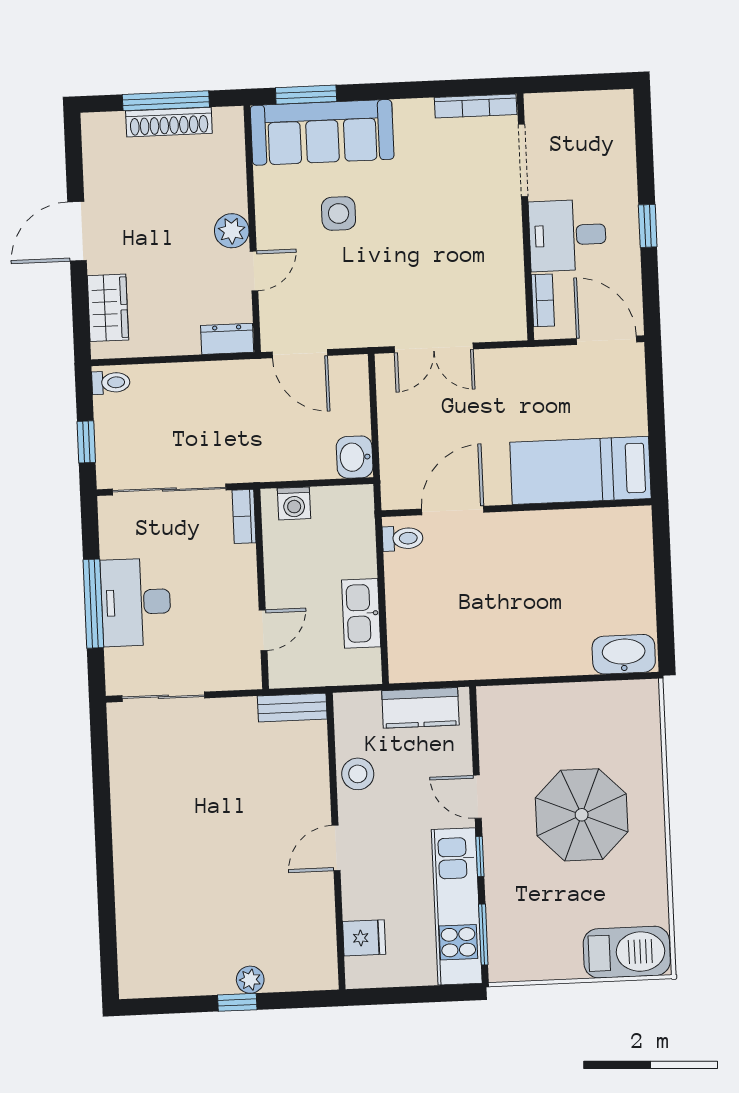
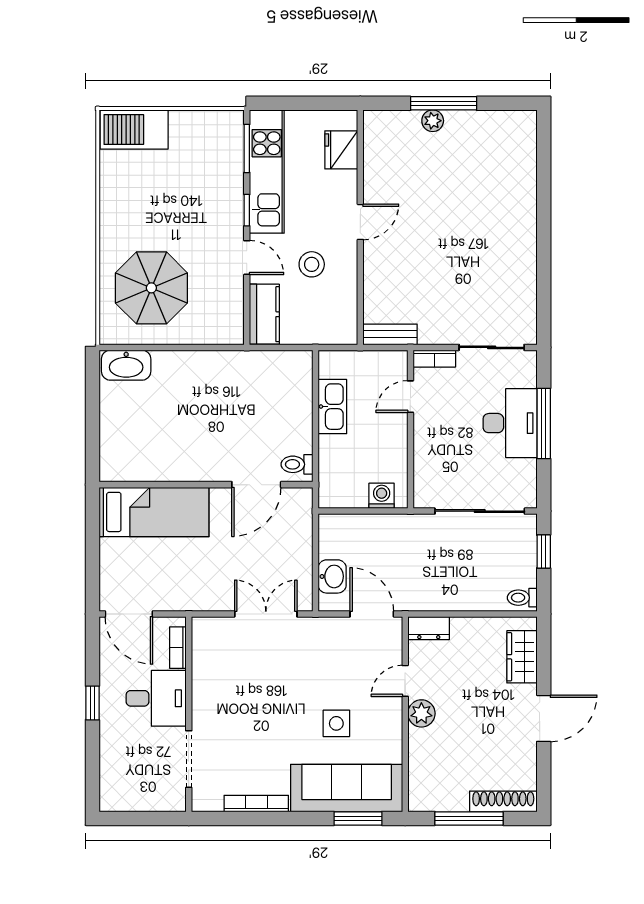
bookcase: (476, 106) -> (256, 804), moved
shoe rack: (169, 122) -> (503, 801), moved
washbasin: (355, 457) -> (332, 576), moved
bookcase: (244, 516) -> (434, 359), moved, turned 90
kitchen counter: (420, 708) -> (264, 314), moved, turned 90
stool: (358, 774) -> (312, 264), moved
parasol: (582, 815) -> (151, 288), moved
fridge: (364, 938) -> (341, 150), width x1.38
window: (237, 1002) -> (444, 103), width x2.17

